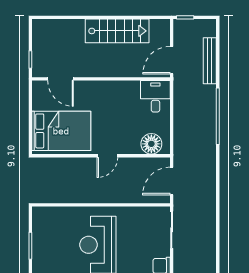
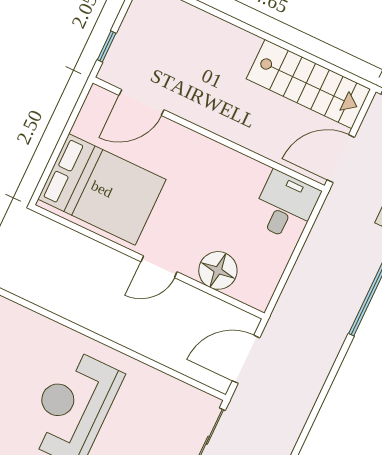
stairs: (117, 31) -> (308, 84), moved
door: (61, 79) -> (142, 102), hinge flipped
floor lamp: (151, 144) -> (218, 270), moved

